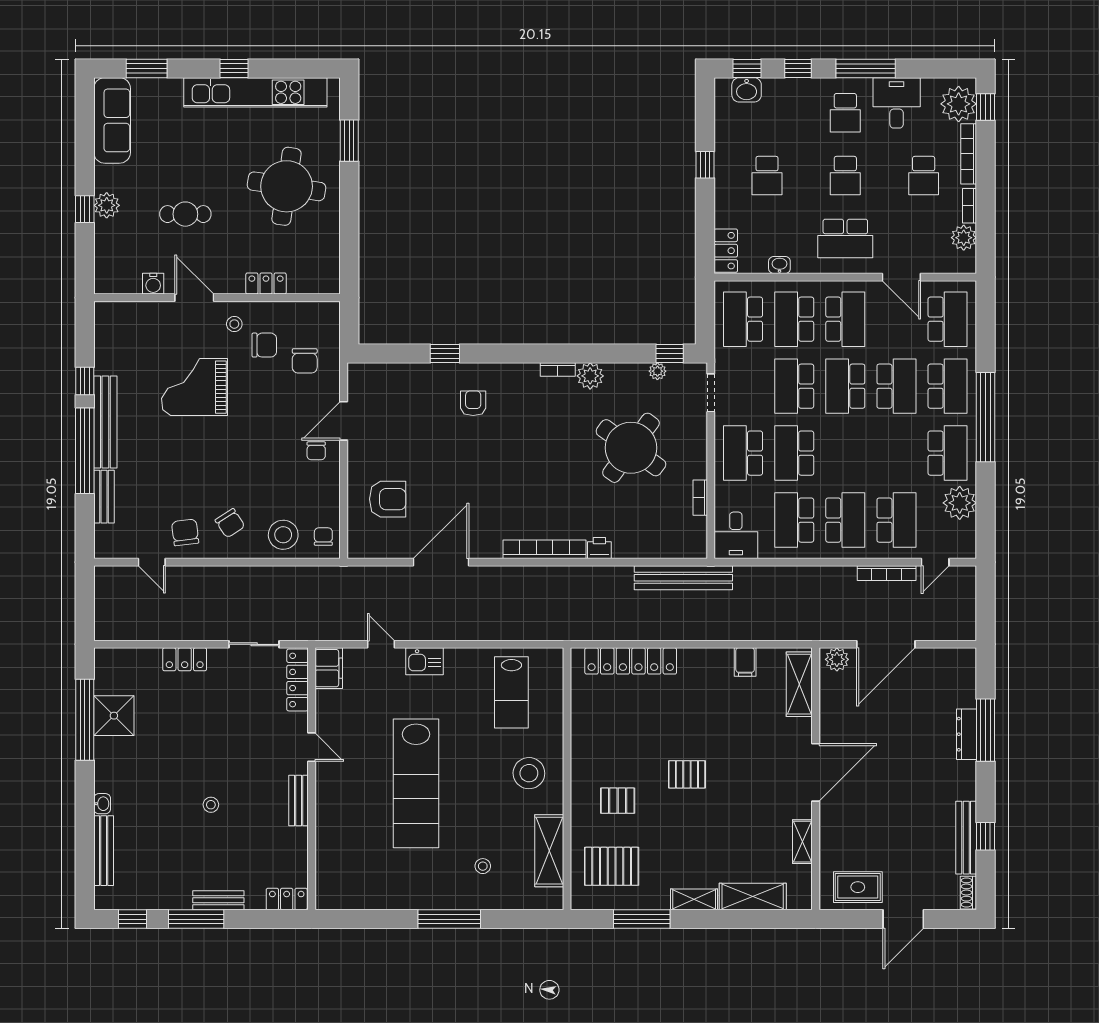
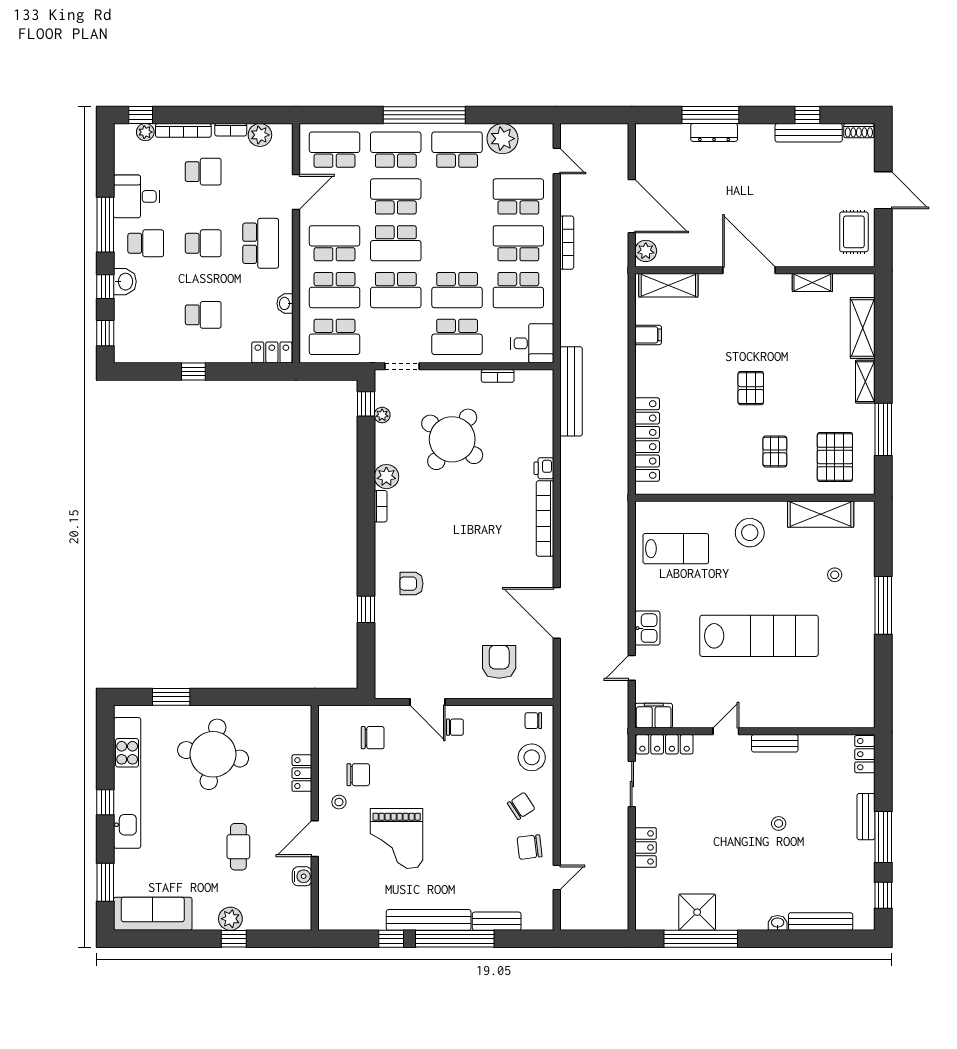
washbasin: (747, 90) -> (125, 282), moved
plant: (959, 104) -> (145, 132), width x0.53, depth x0.53
chair: (264, 345) -> (358, 775), turned 90
bookcase: (887, 573) -> (567, 243), moved

